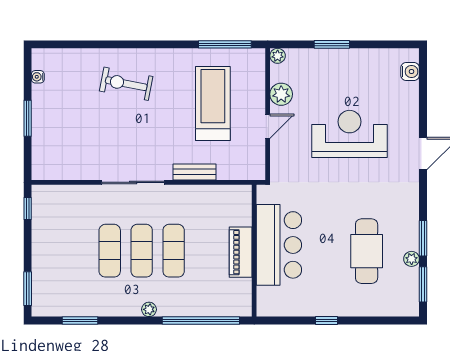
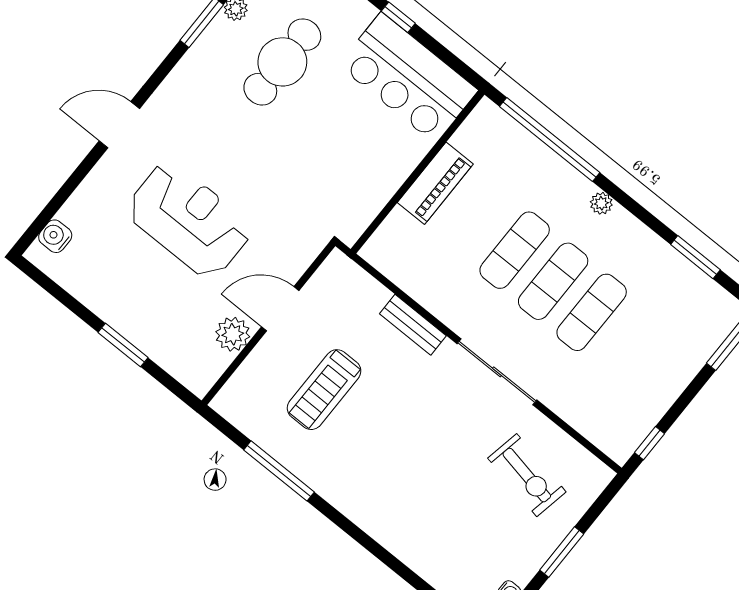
window: (225, 44) -> (279, 471), moved
plant: (278, 56) -> (200, 384), removed
exercise bike: (126, 84) -> (527, 475), moved
treadmill: (213, 103) -> (324, 390), width x0.73, depth x0.73
door: (268, 126) -> (280, 309), width x1.38
reception desk: (349, 134) -> (189, 220), turned 180
bar counter: (279, 245) -> (408, 78), moved, turned -90

